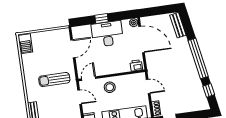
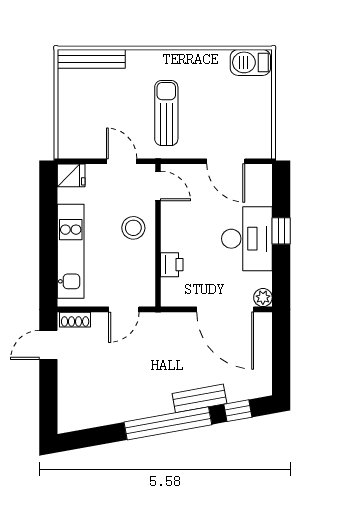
bench: (178, 25) -> (199, 398), moved
door: (142, 39) -> (225, 309), hinge flipped
printer: (136, 65) -> (172, 265), moved
window: (209, 90) -> (238, 411), moved
door: (80, 97) -> (122, 161), swing flipped

